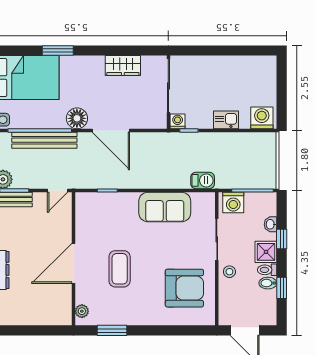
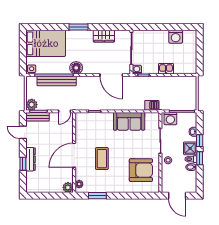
window: (58, 50) -> (79, 27), moved
washing machine: (262, 118) -> (176, 37), moved, turned 180
door: (111, 130) -> (111, 75), moved
window: (282, 288) -> (200, 158), moved
plant: (63, 317) -> (68, 187), added

